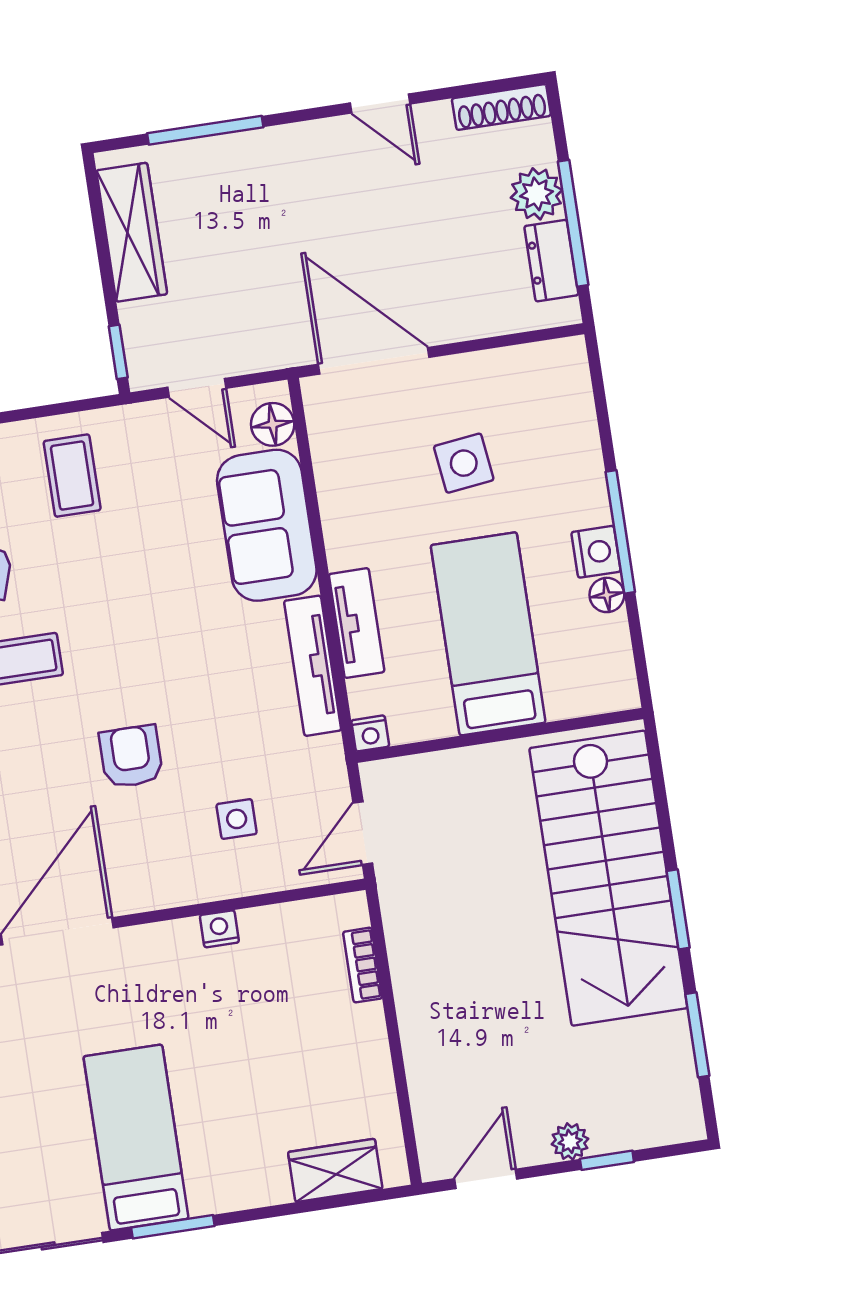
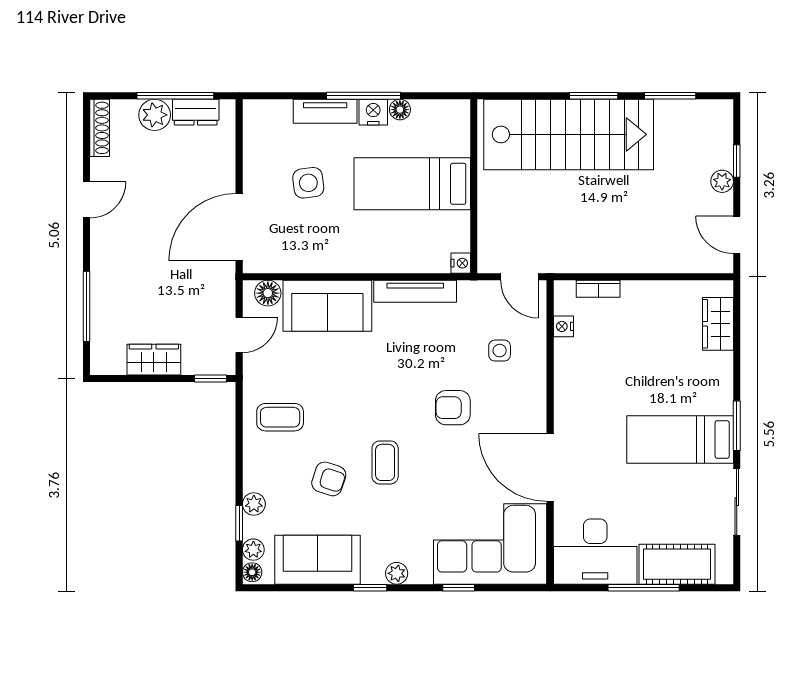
wardrobe: (132, 232) -> (154, 360), width x0.67
tv unit: (357, 623) -> (325, 111), moved, turned 180
nightstand: (219, 929) -> (563, 326), moved

